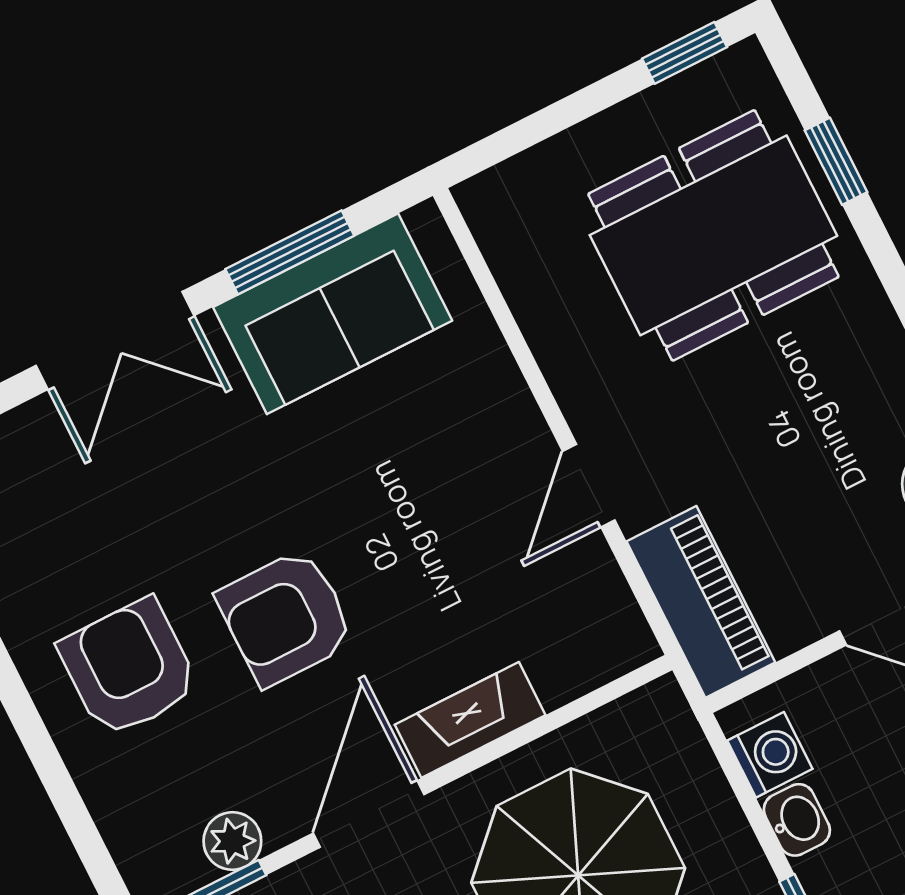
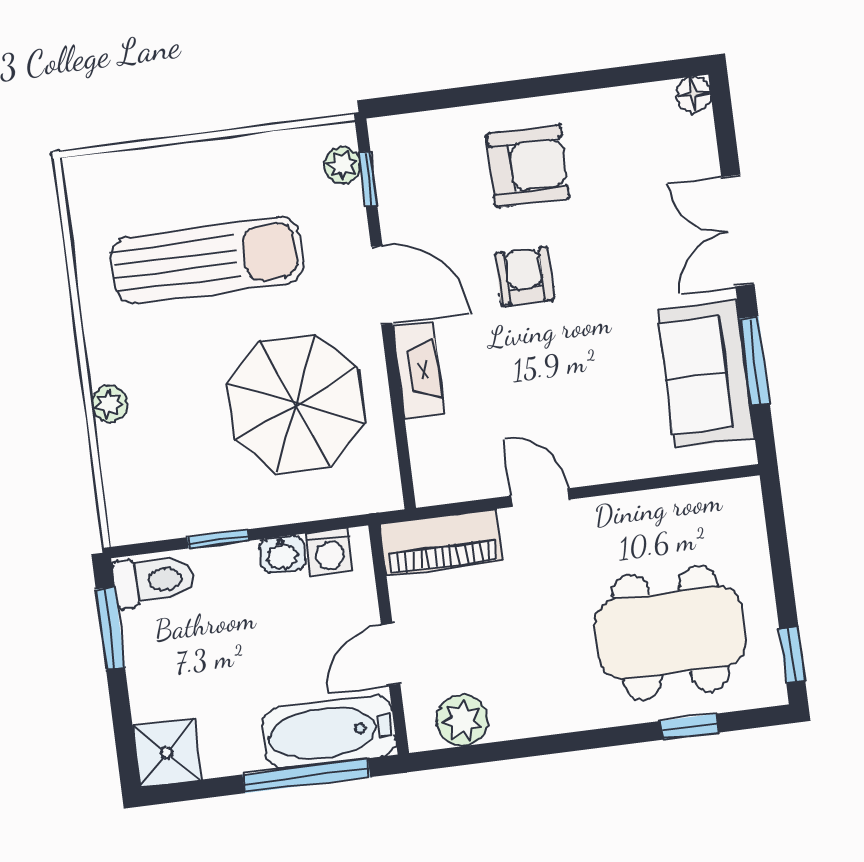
dining table: (713, 235) -> (670, 633), turned 90
armchair: (286, 617) -> (525, 277), width x0.72, depth x0.72
plant: (232, 841) -> (395, 193), removed

